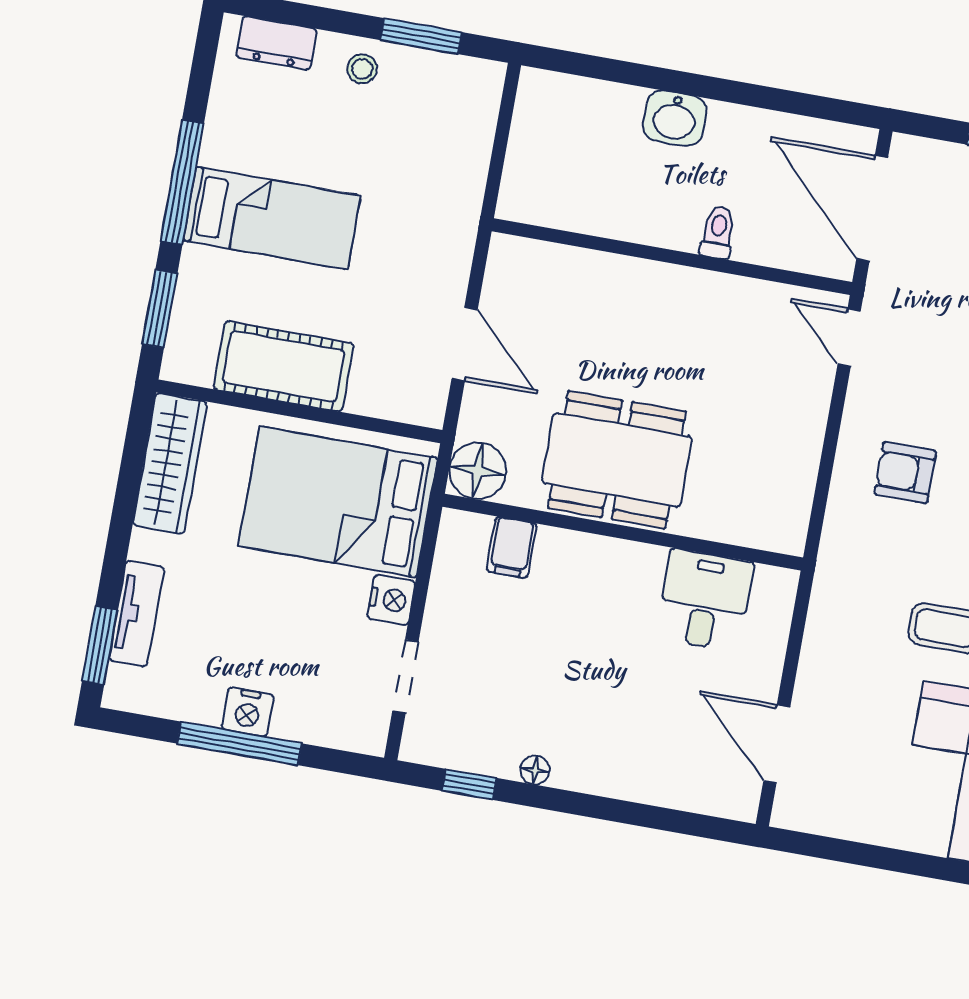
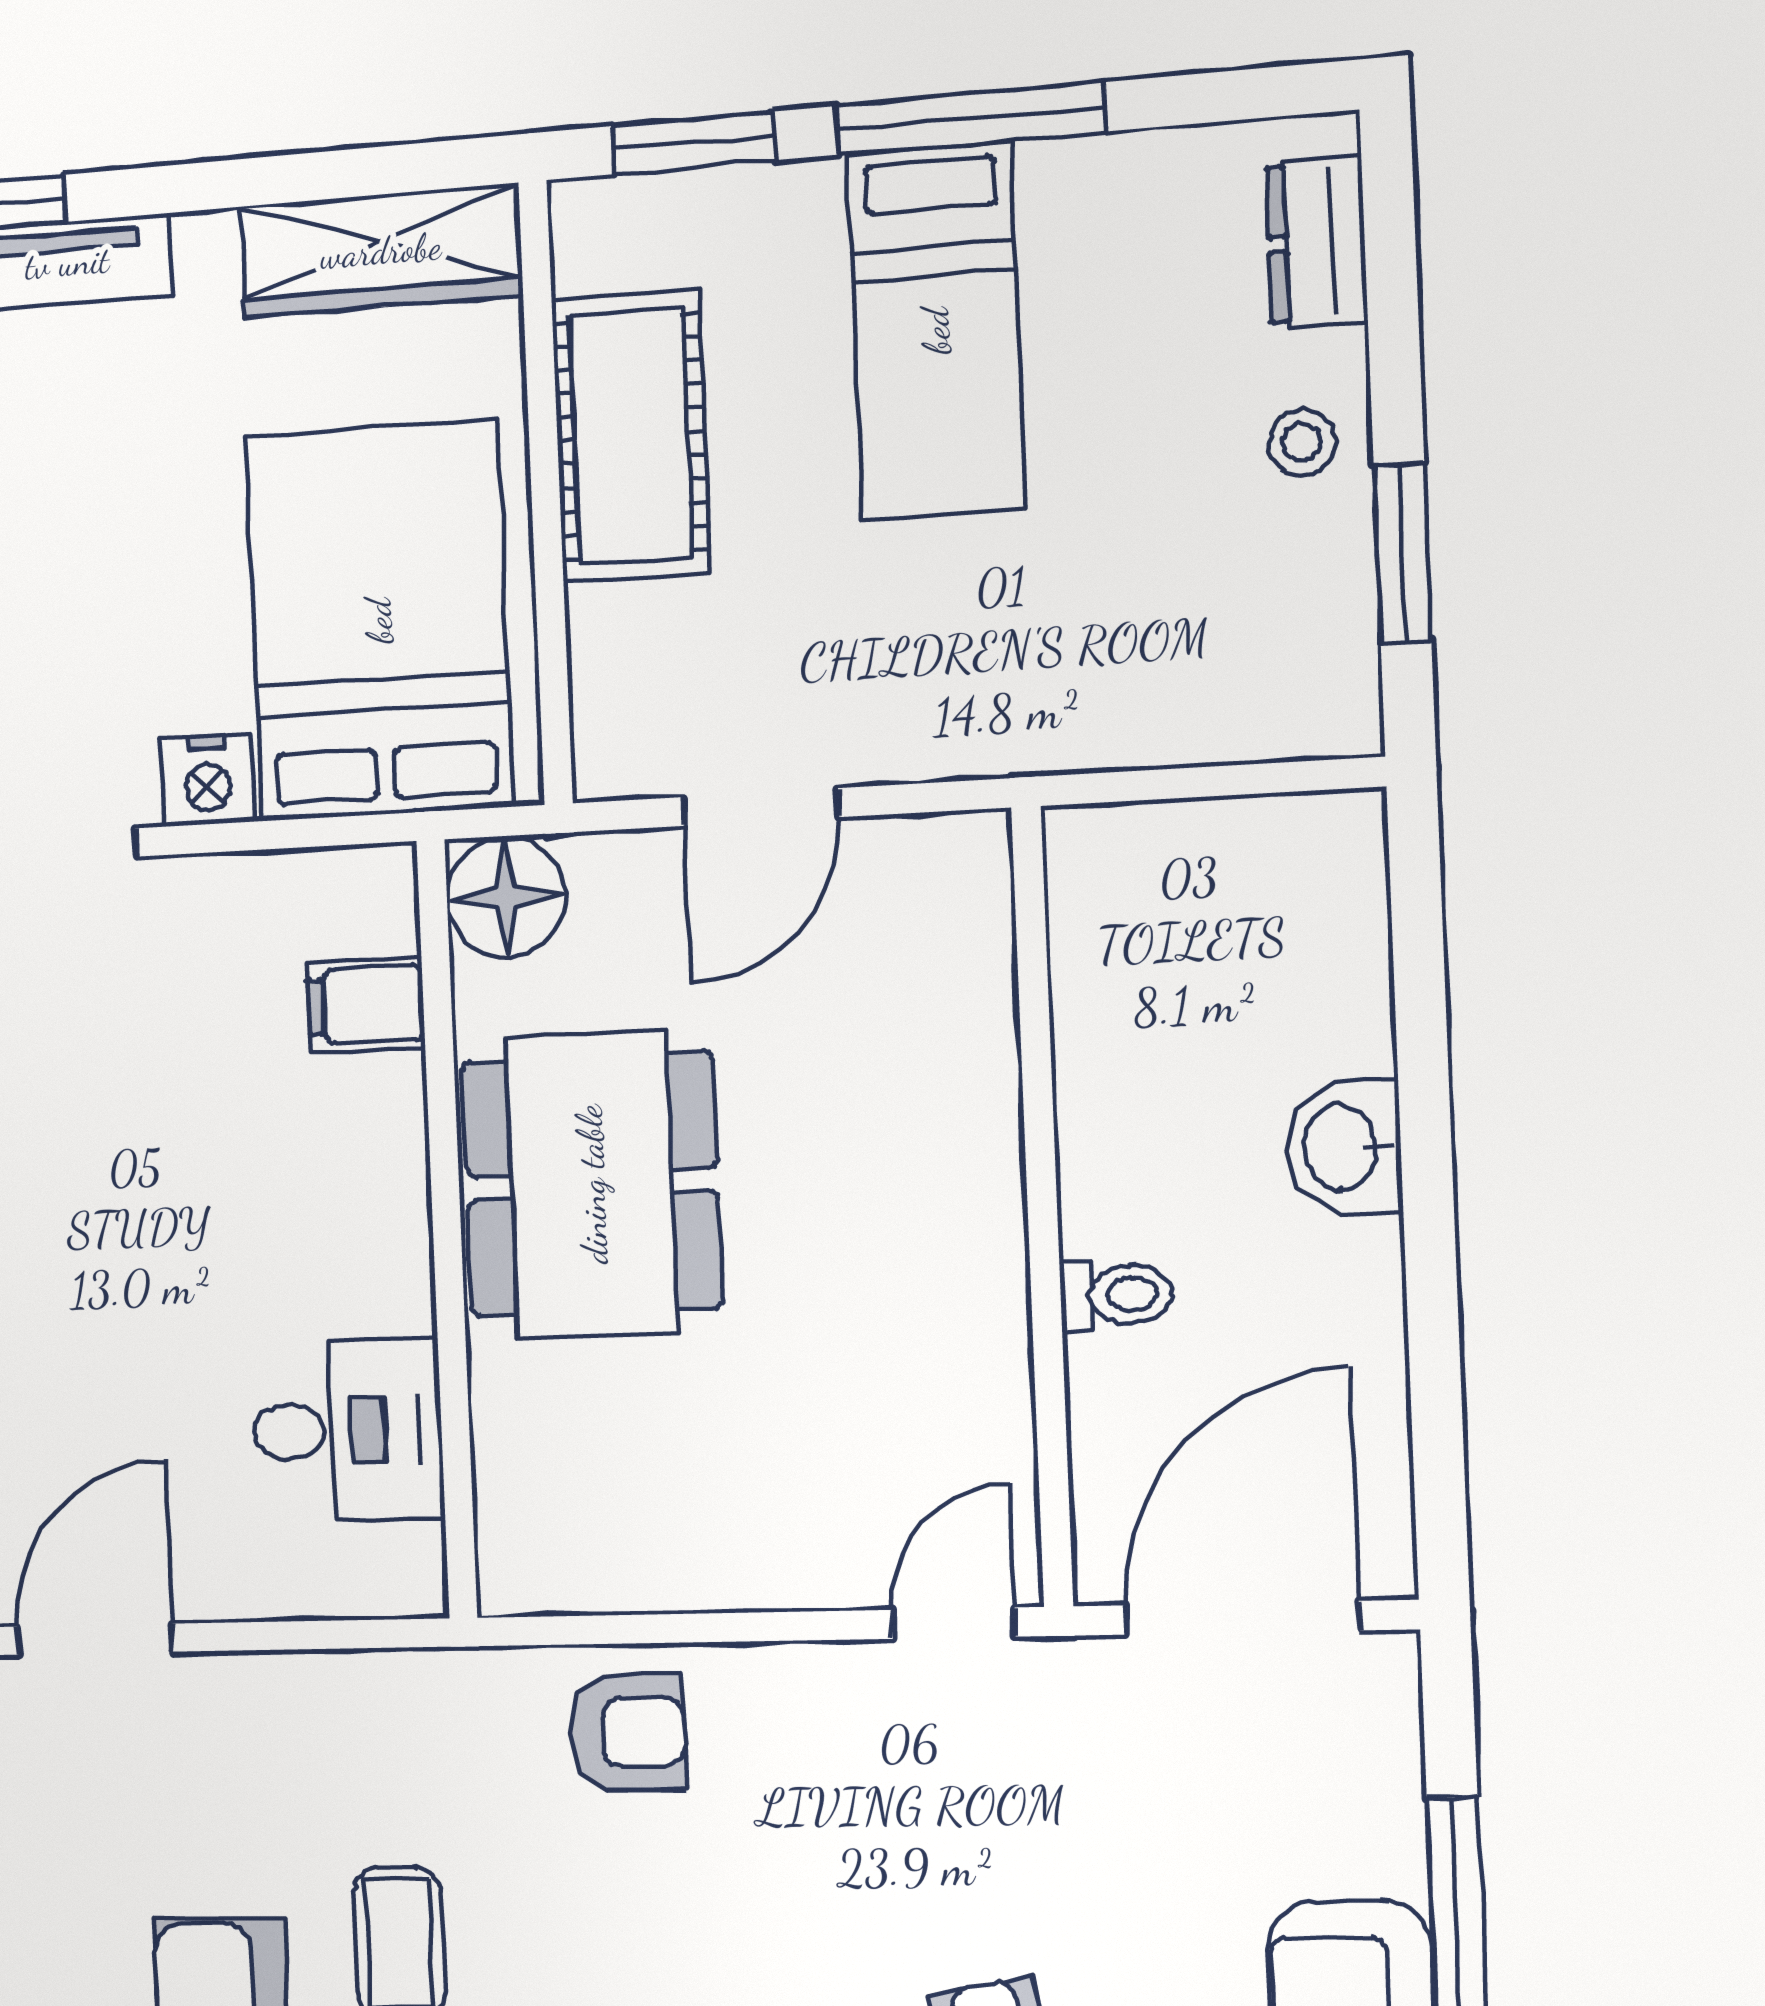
armchair: (905, 473) -> (628, 1732), moved, turned 90

